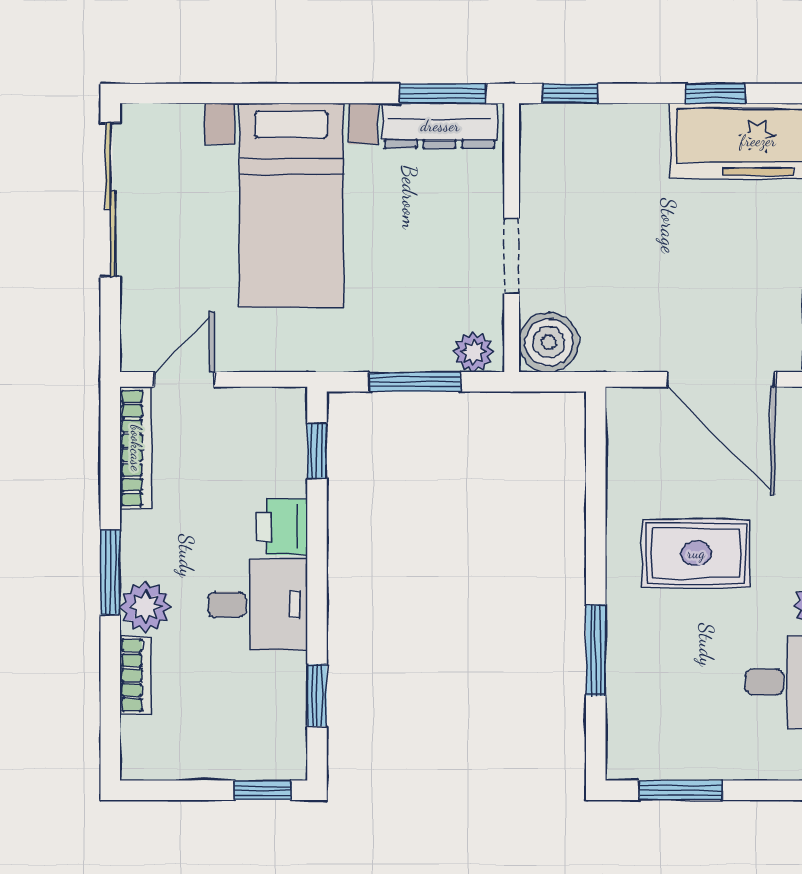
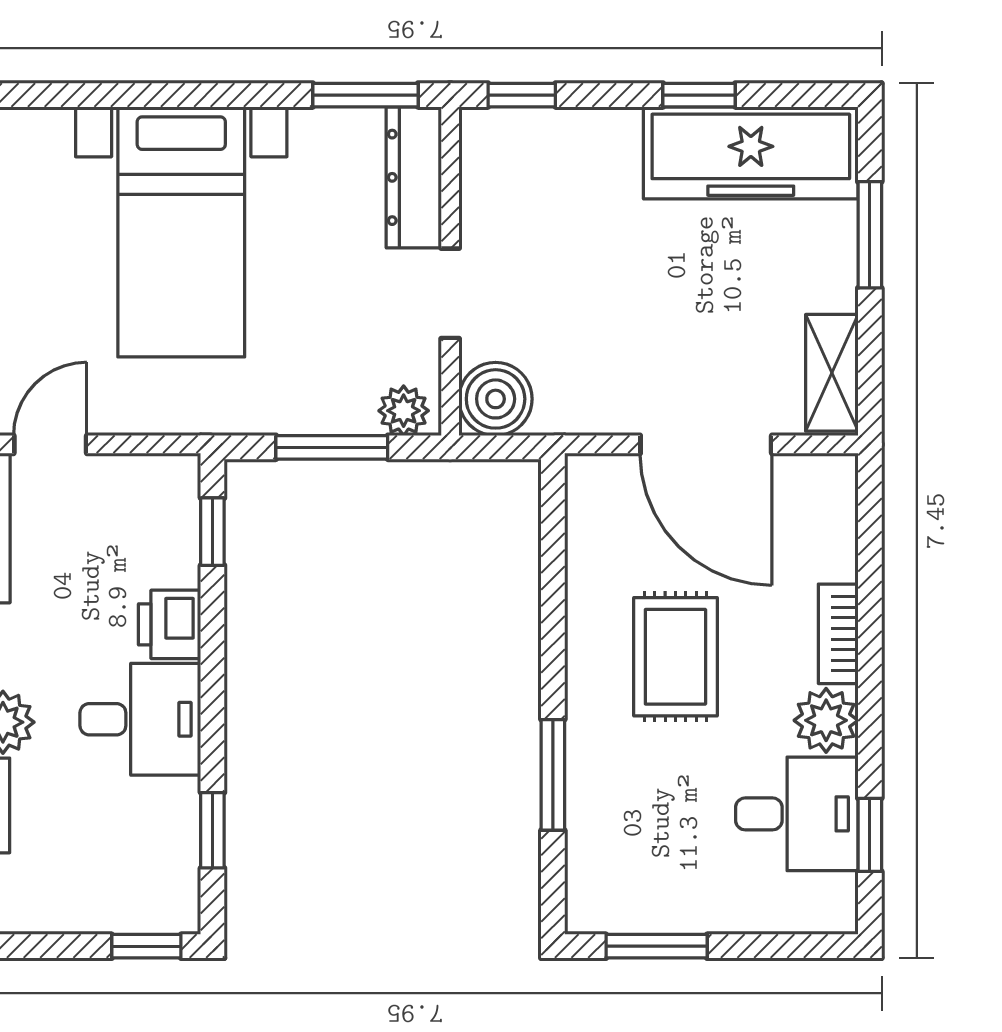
dresser: (440, 126) -> (414, 177), moved, turned 90
rug: (696, 553) -> (675, 657), turned 90

